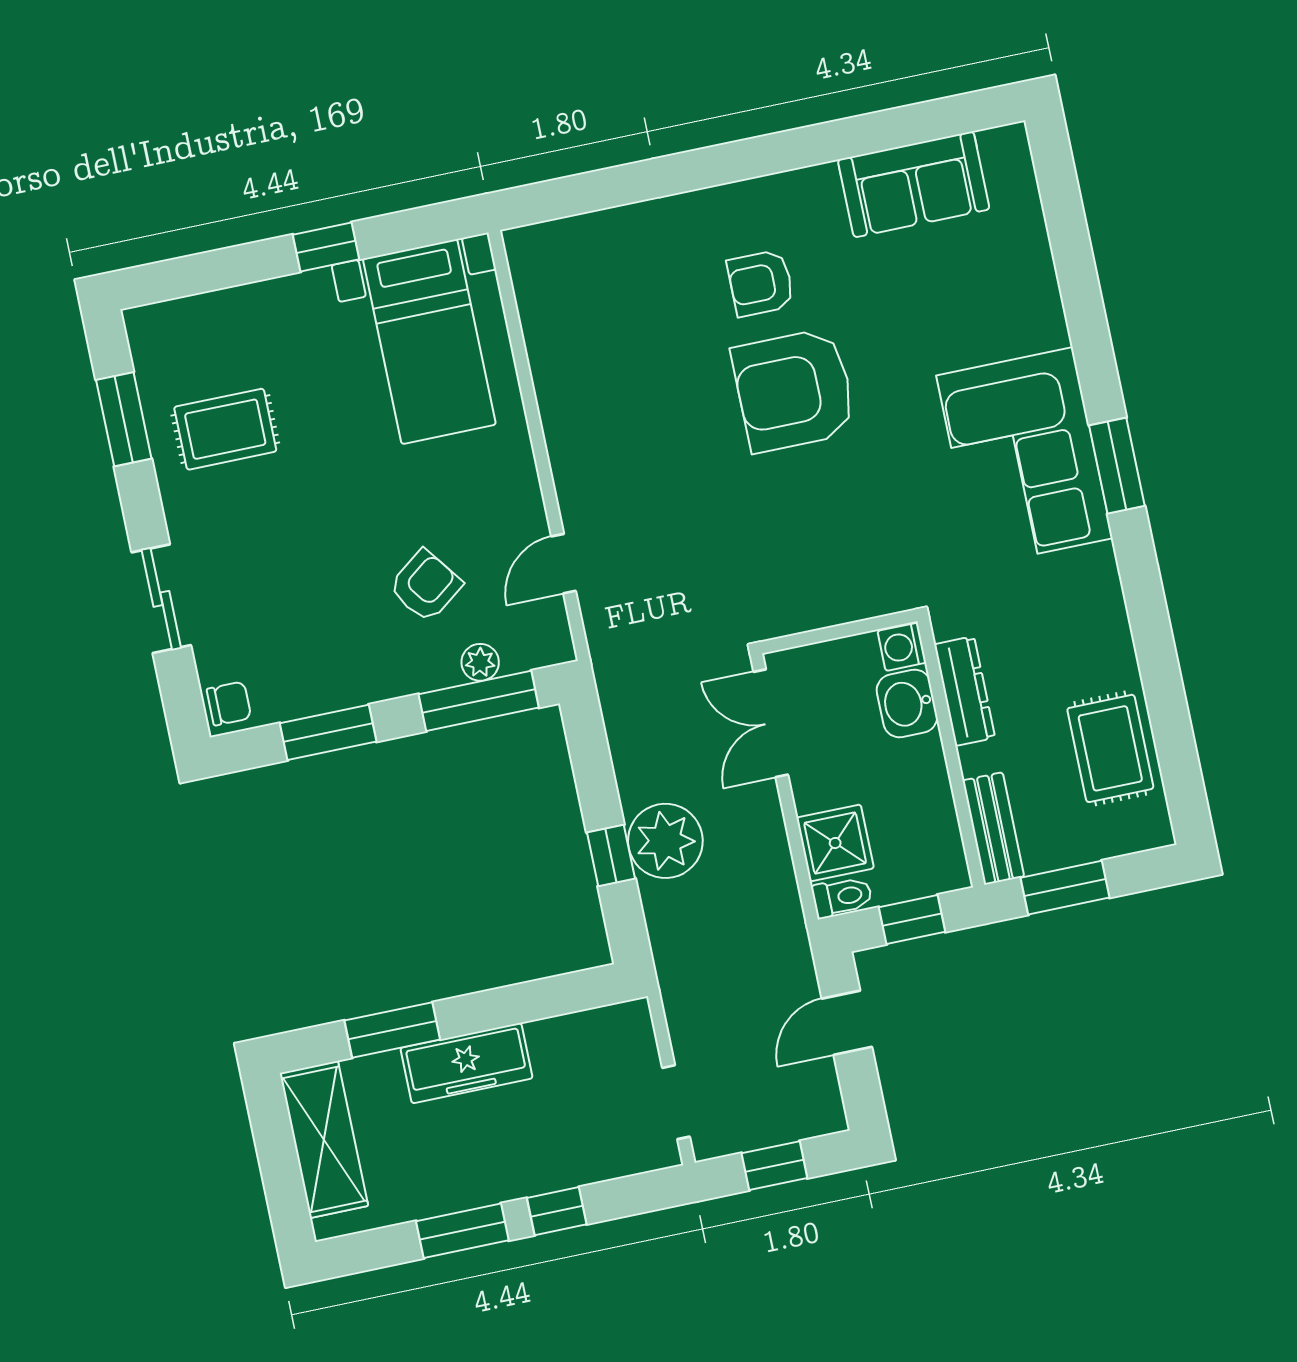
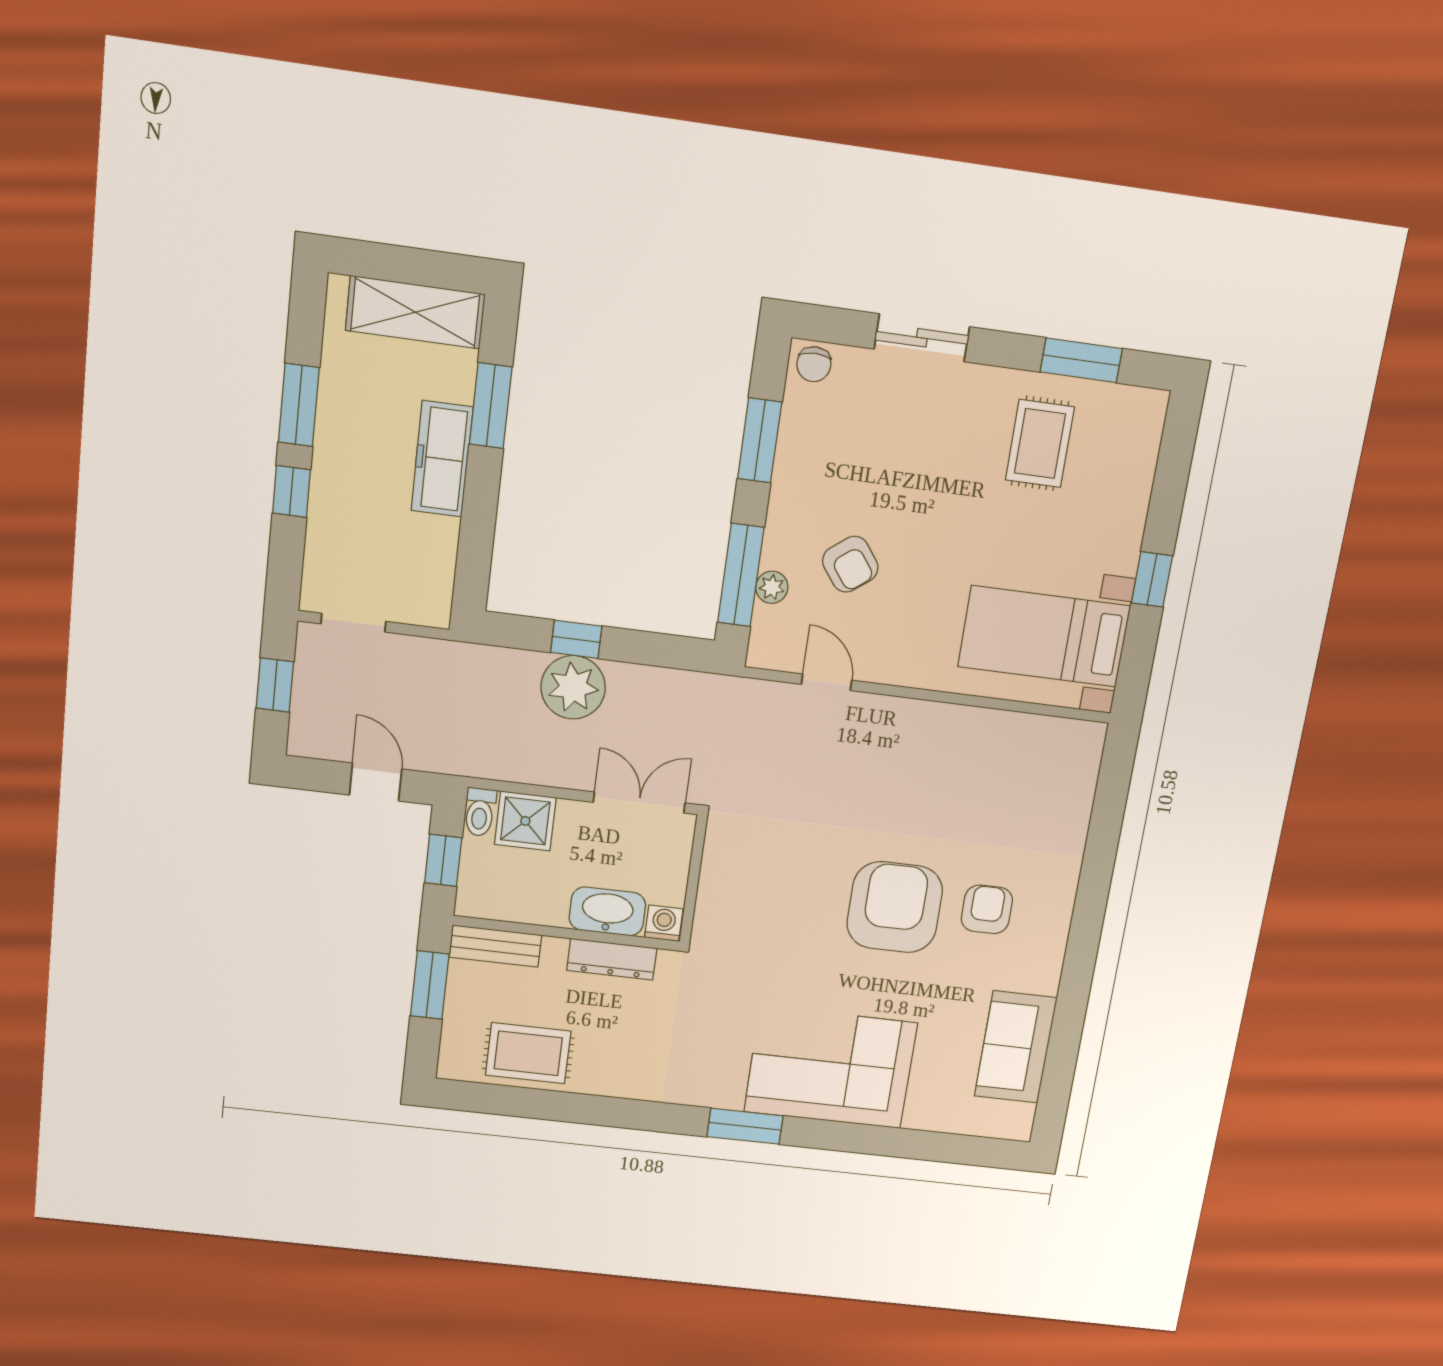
corner sofa: (1024, 457) -> (831, 1067), moved
washbasin: (907, 703) -> (607, 911), width x1.38

